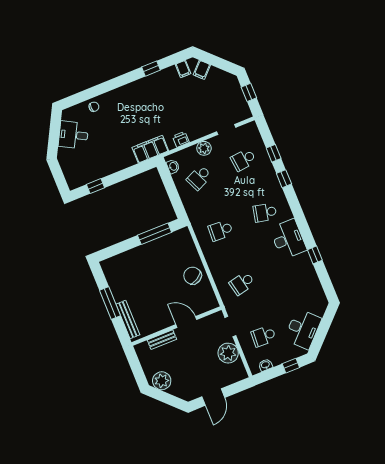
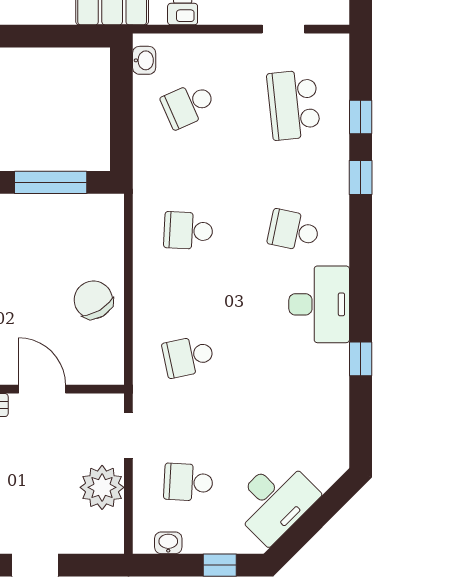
plant: (204, 148) -> (222, 49), removed
school desk: (243, 160) -> (294, 105), width x1.85

